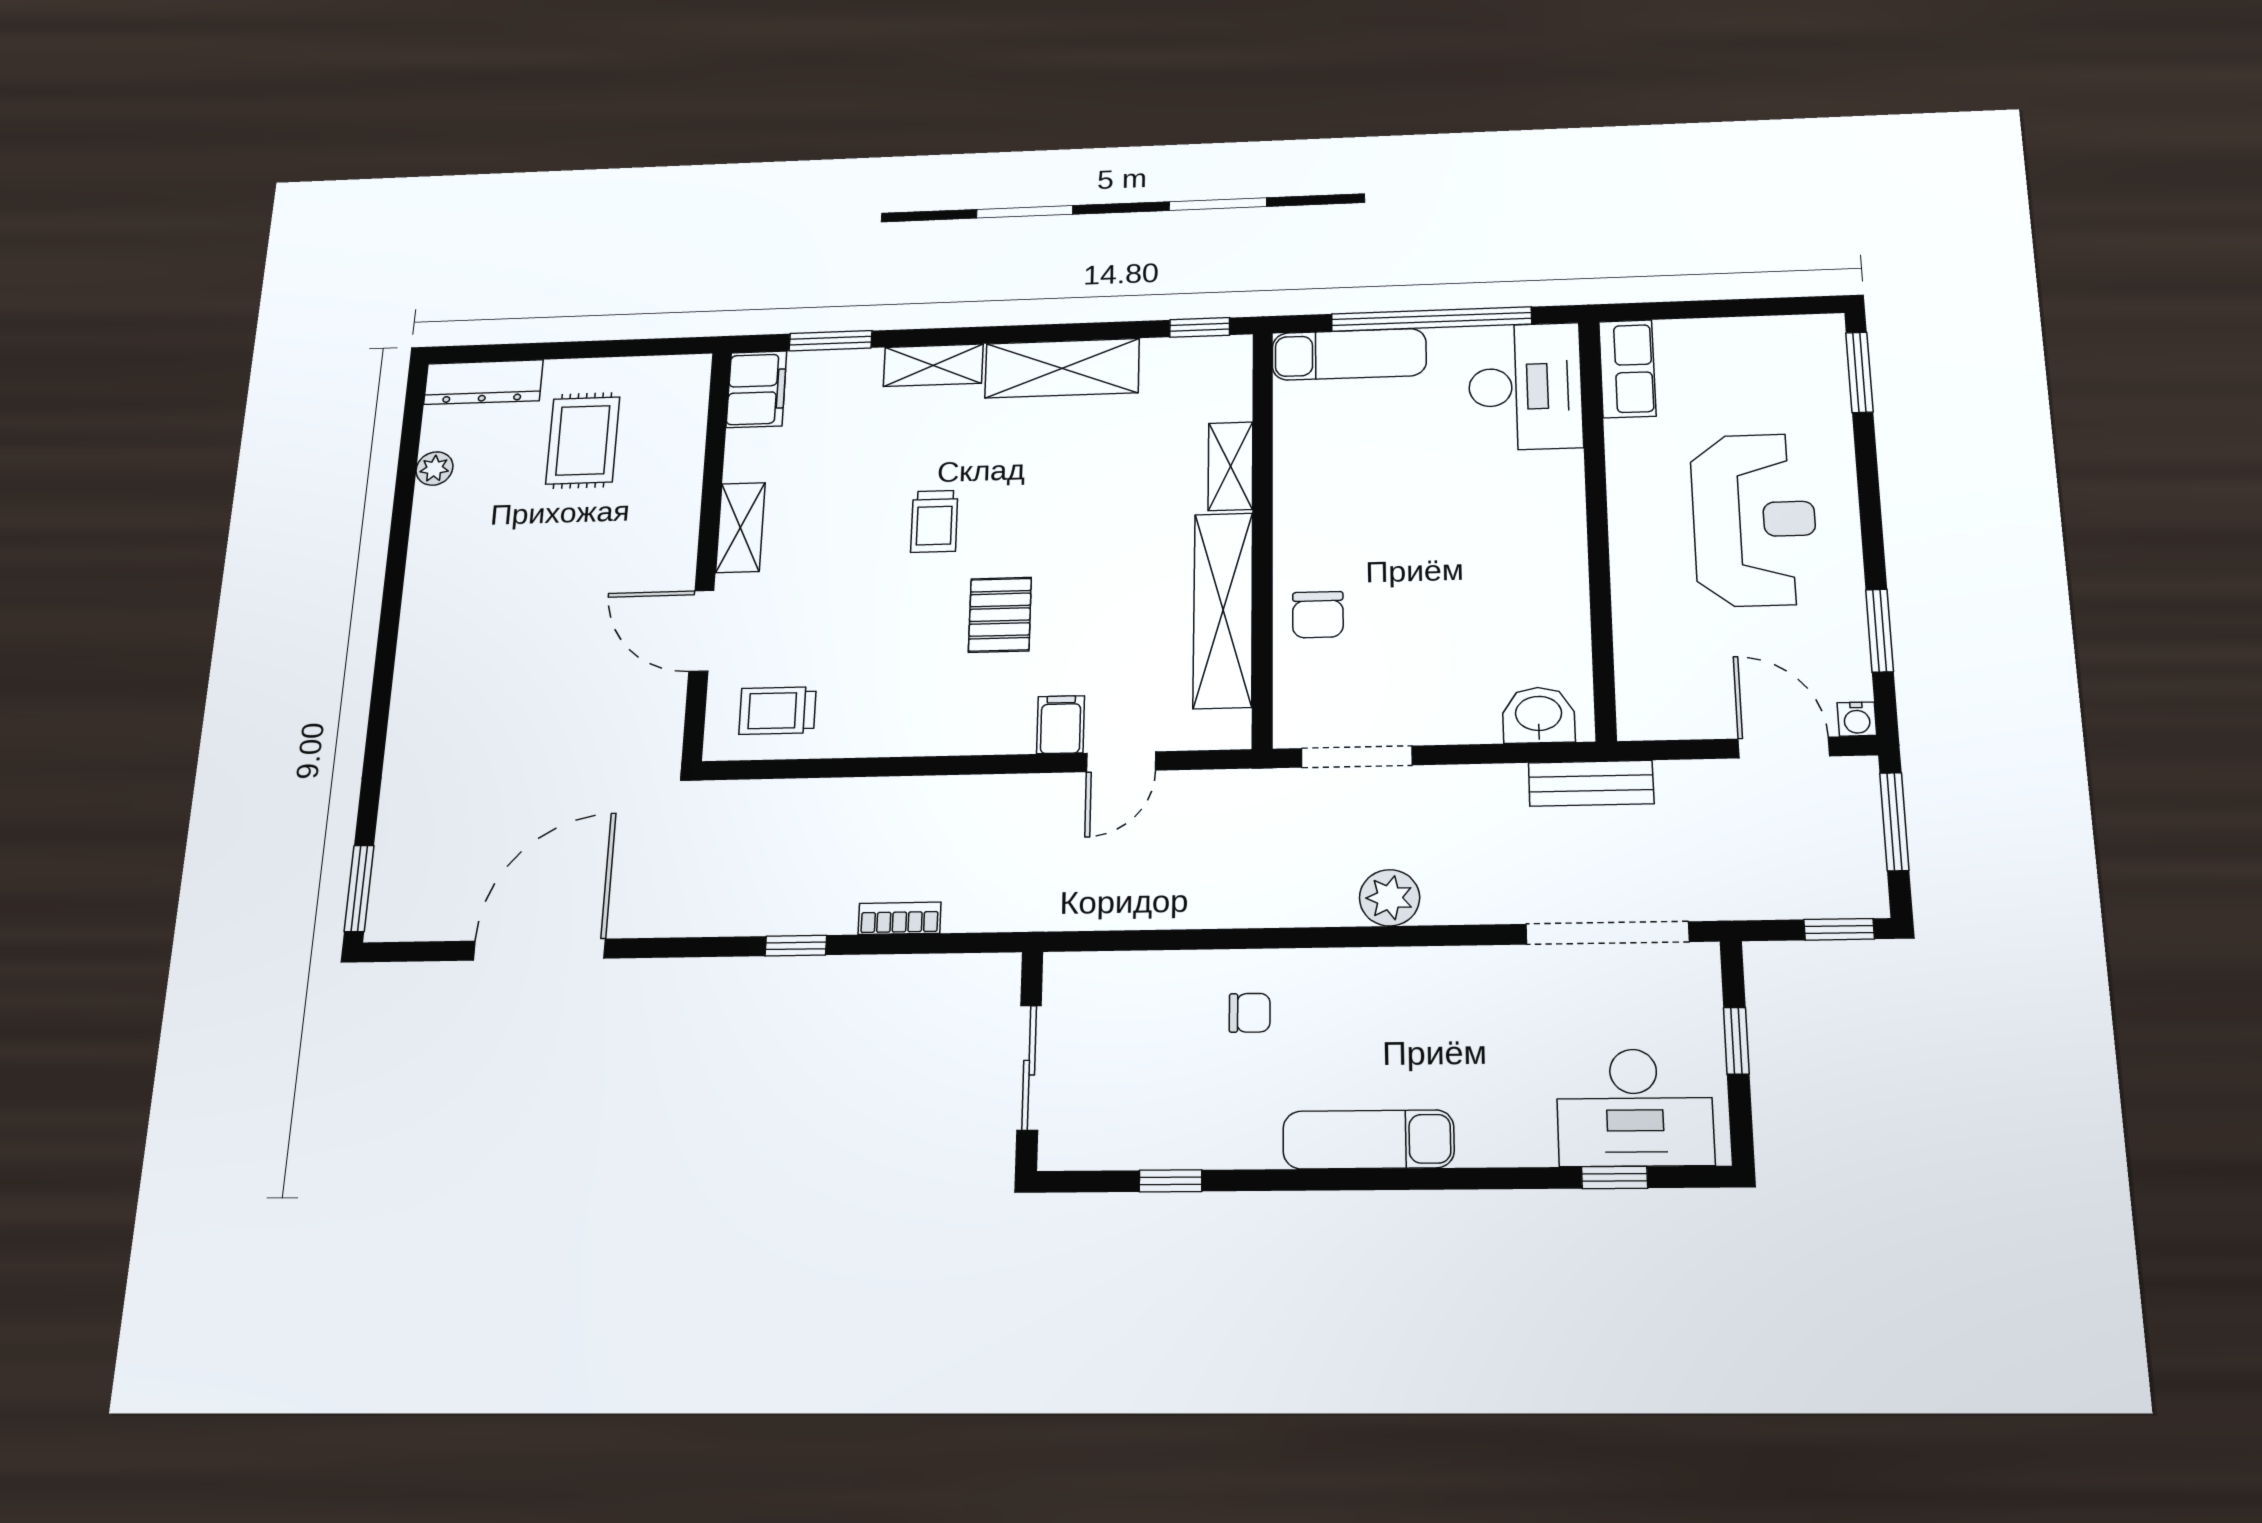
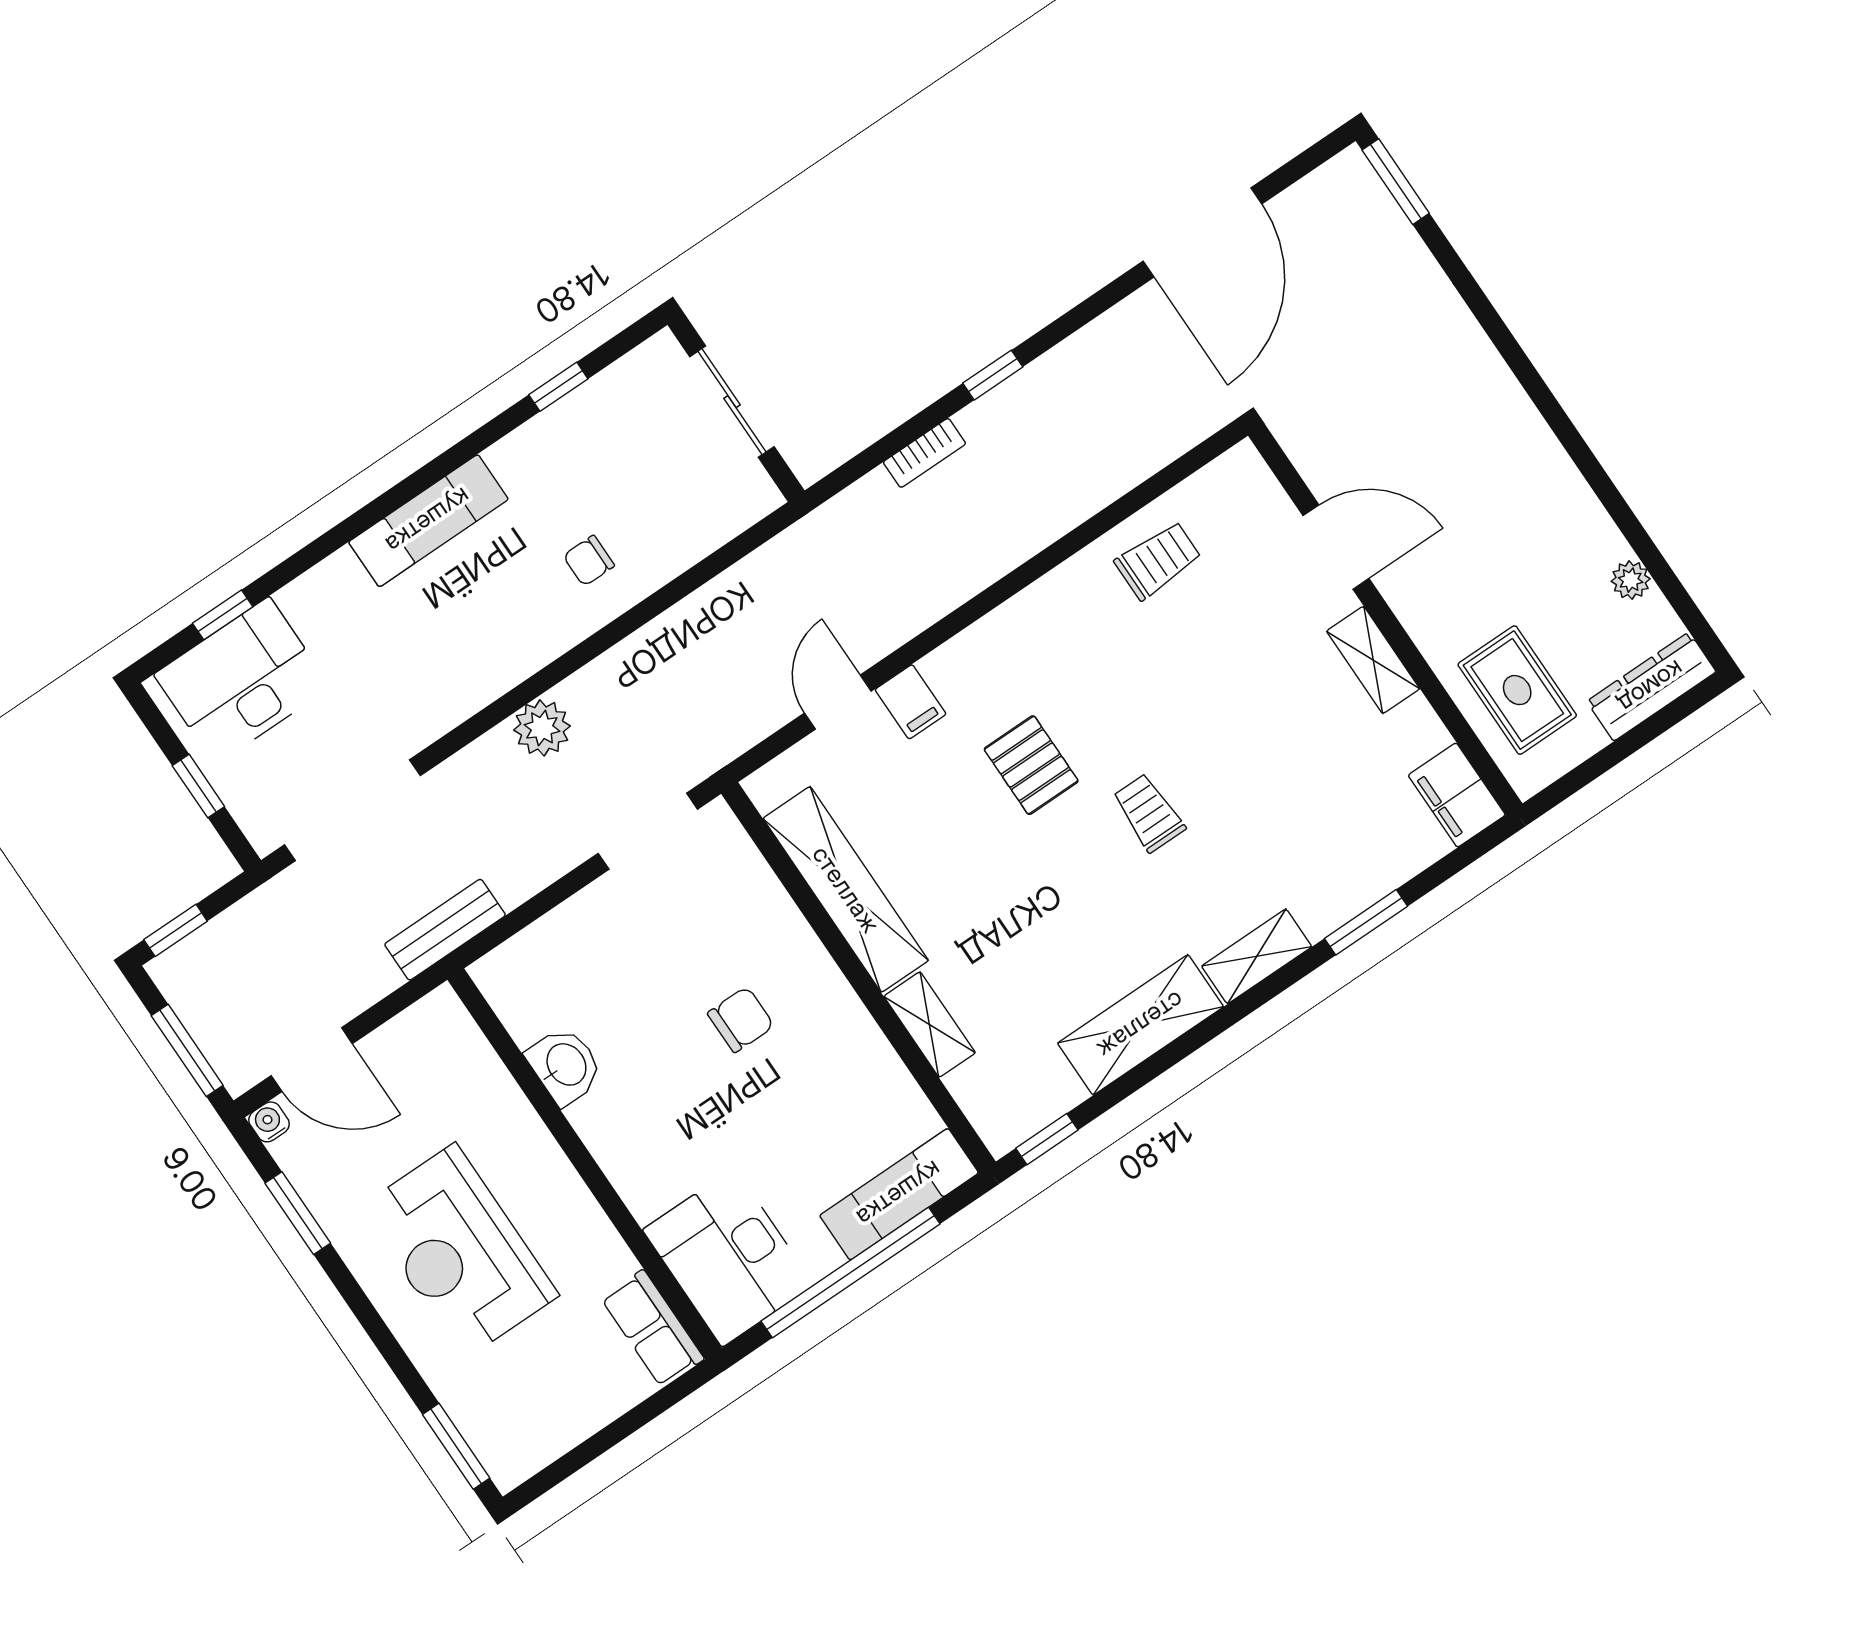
filing cabinet: (756, 389) -> (1457, 795), moved
shelving: (740, 527) -> (1373, 660), moved
wall: (707, 552) -> (1385, 620), moved
chair: (1318, 615) -> (741, 1020), moved, turned 90
door: (701, 631) -> (1336, 547), moved
washbasin: (1539, 715) -> (565, 1065), moved, turned -90

